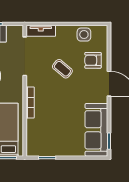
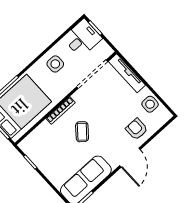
tv unit: (41, 31) -> (127, 73), width x1.41
coffee table: (62, 69) -> (82, 132), moved

